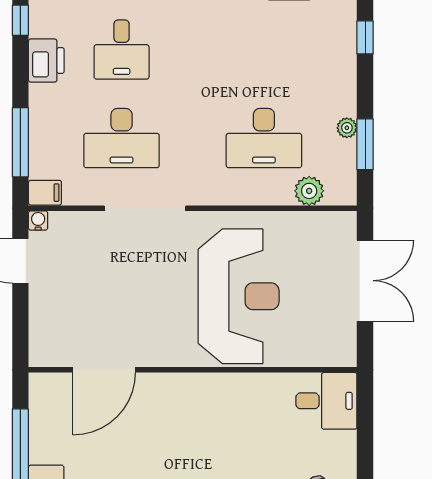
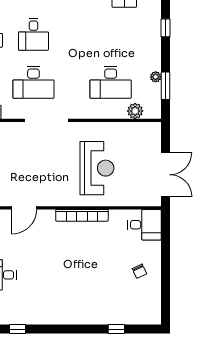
double door: (365, 281) -> (165, 175), moved
reception desk: (239, 296) -> (97, 168), width x0.74, depth x0.77
door: (104, 370) -> (24, 208), width x0.73
bookcase: (211, 383) -> (82, 215), added

